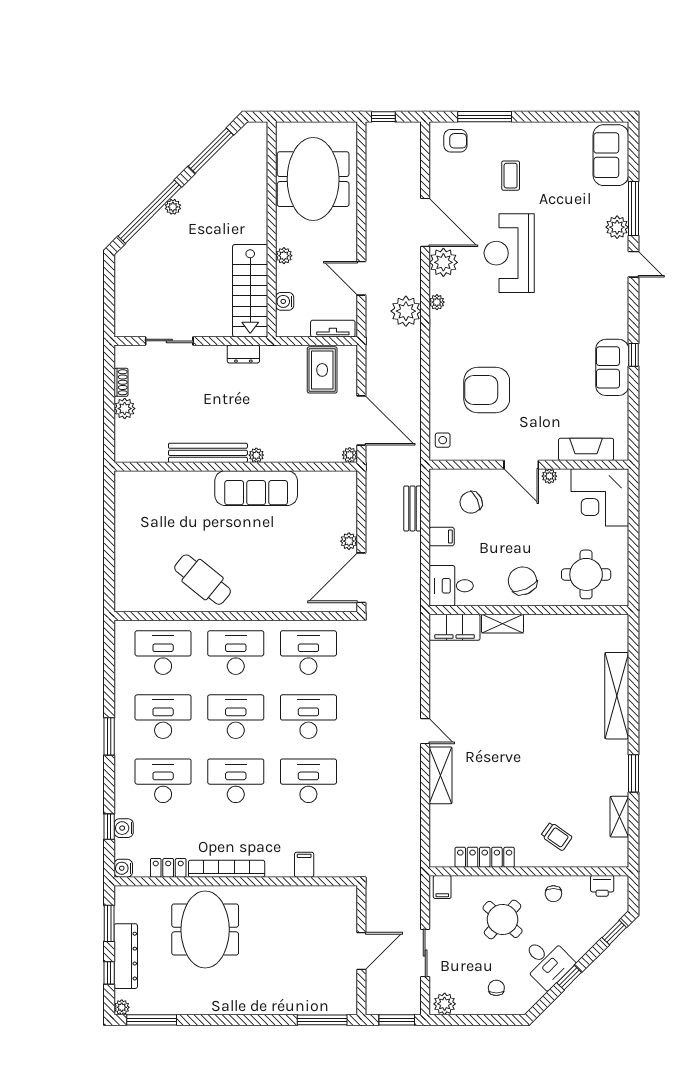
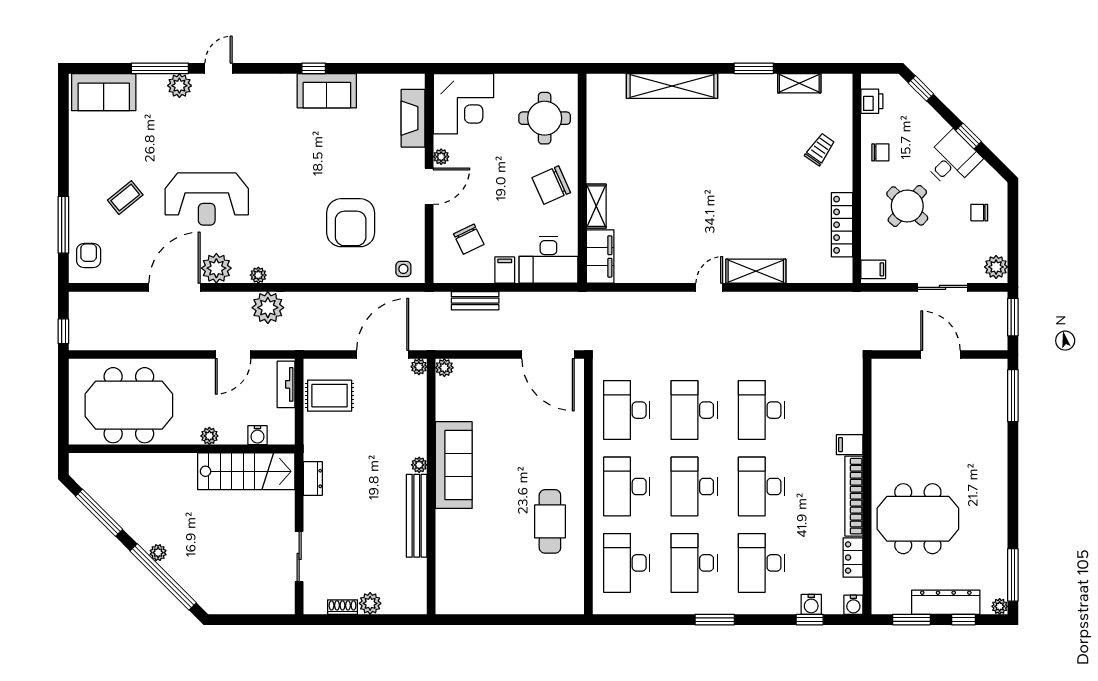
coffee table: (511, 176) -> (125, 198), turned -39
plant: (349, 541) -> (444, 368), moved
cafe table: (203, 580) -> (550, 521), turned -39
desk: (451, 586) -> (548, 260), width x1.37
filing cabinet: (304, 865) -> (850, 445), moved

